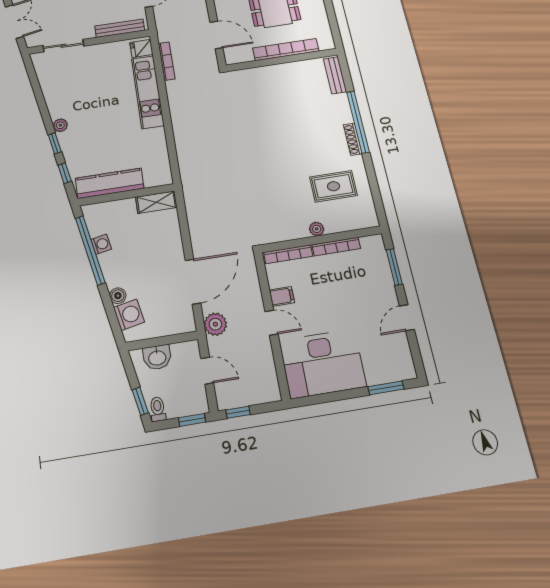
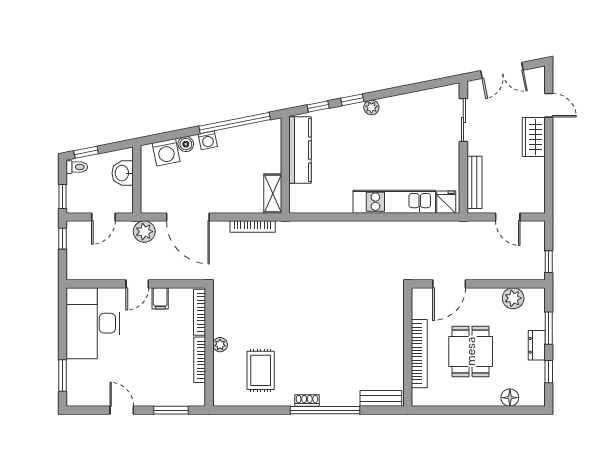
bookcase: (167, 61) -> (253, 227), moved
shoe rack: (353, 139) -> (307, 400), width x0.70
washing machine: (101, 244) -> (208, 140), moved

